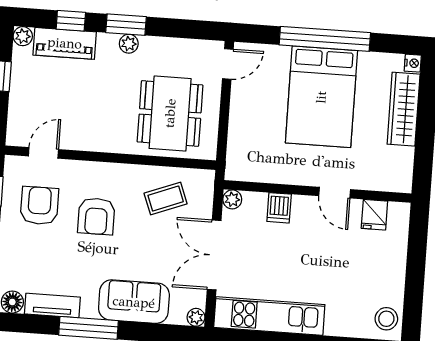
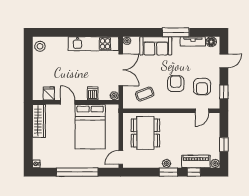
bed: (321, 97) -> (90, 127), moved, turned 180
wardrobe: (404, 109) -> (39, 121), moved

